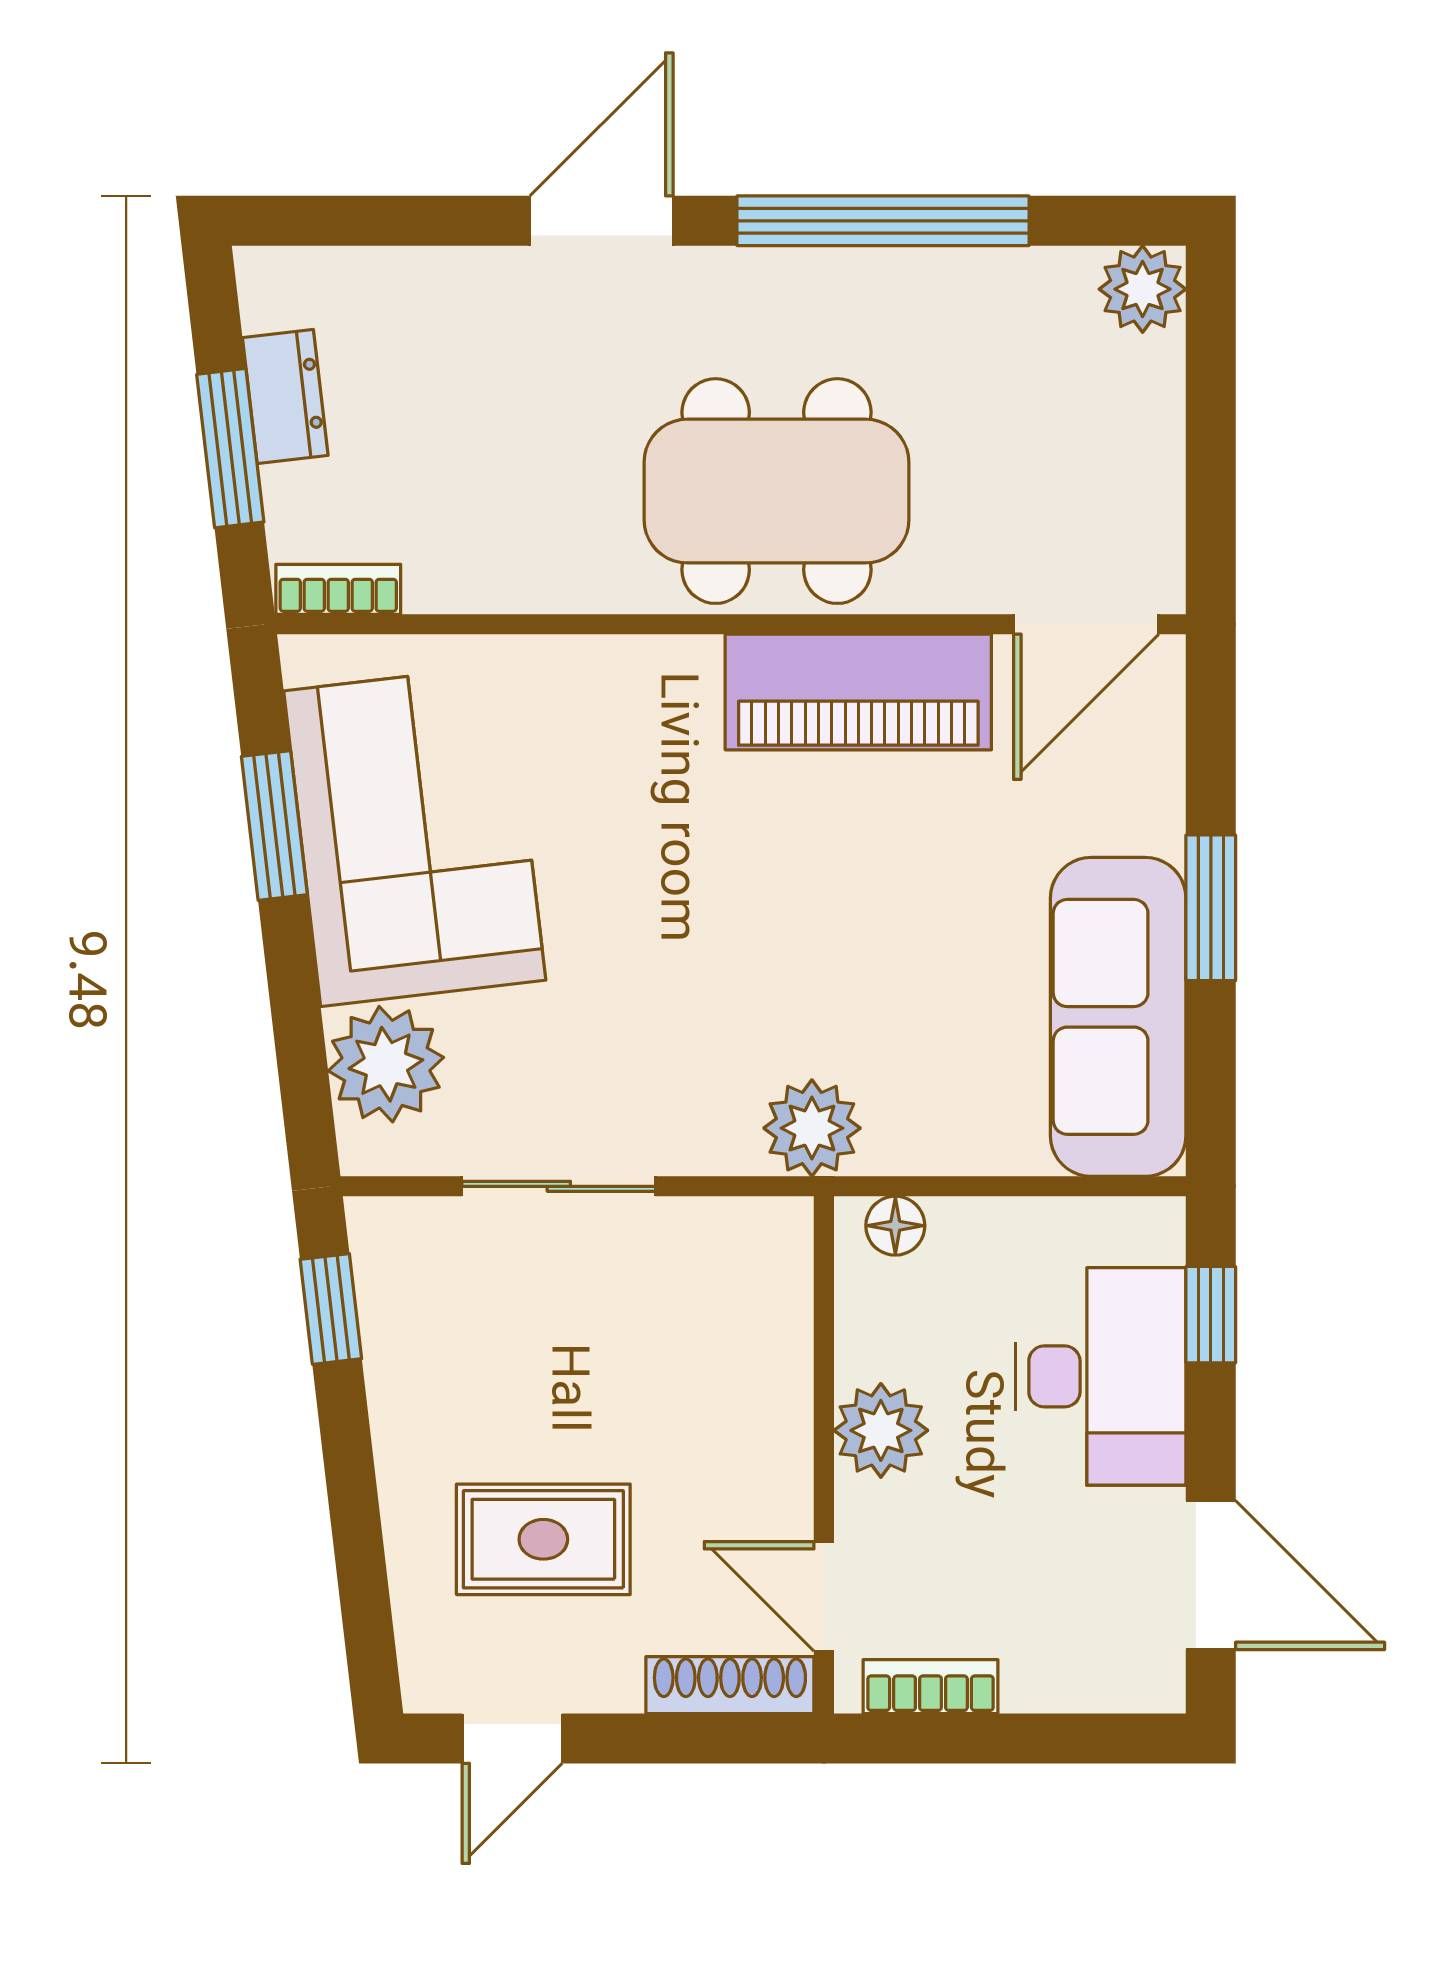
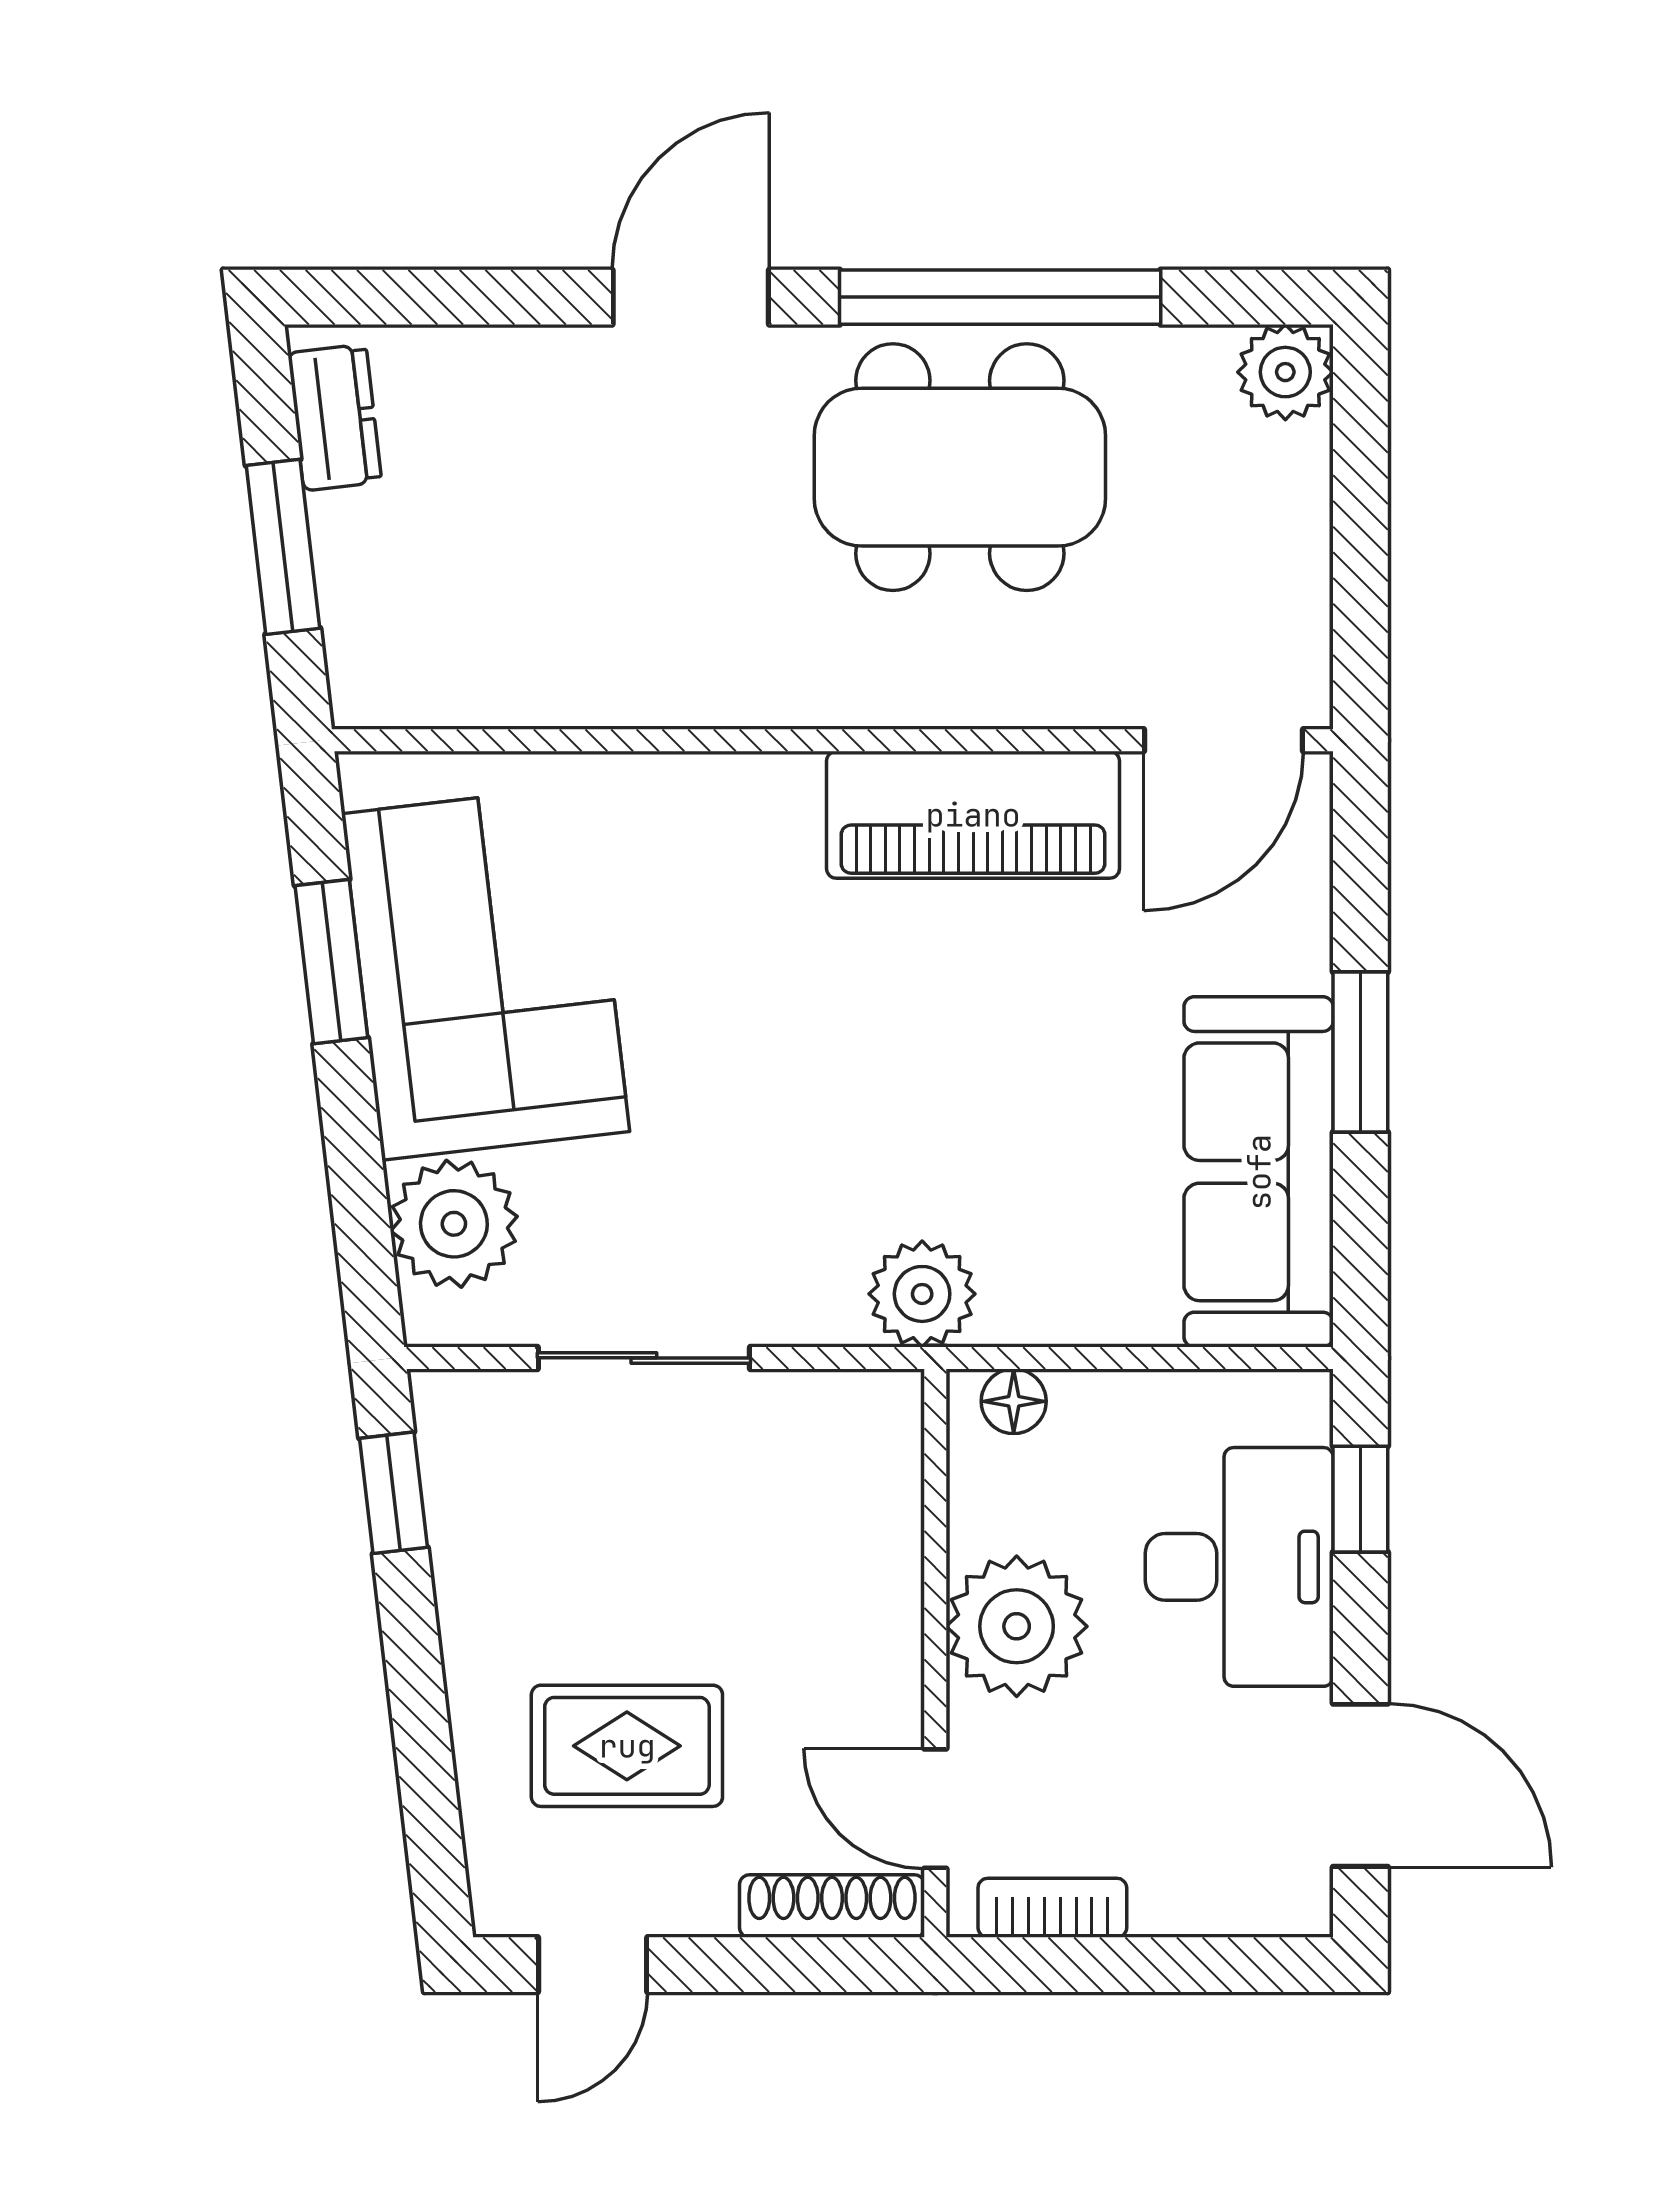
dresser: (285, 397) -> (335, 417), moved
dining table: (776, 491) -> (960, 467), moved
bookcase: (338, 589) -> (402, 702), removed
plant: (881, 1430) -> (1017, 1626), width x1.36, depth x1.36

